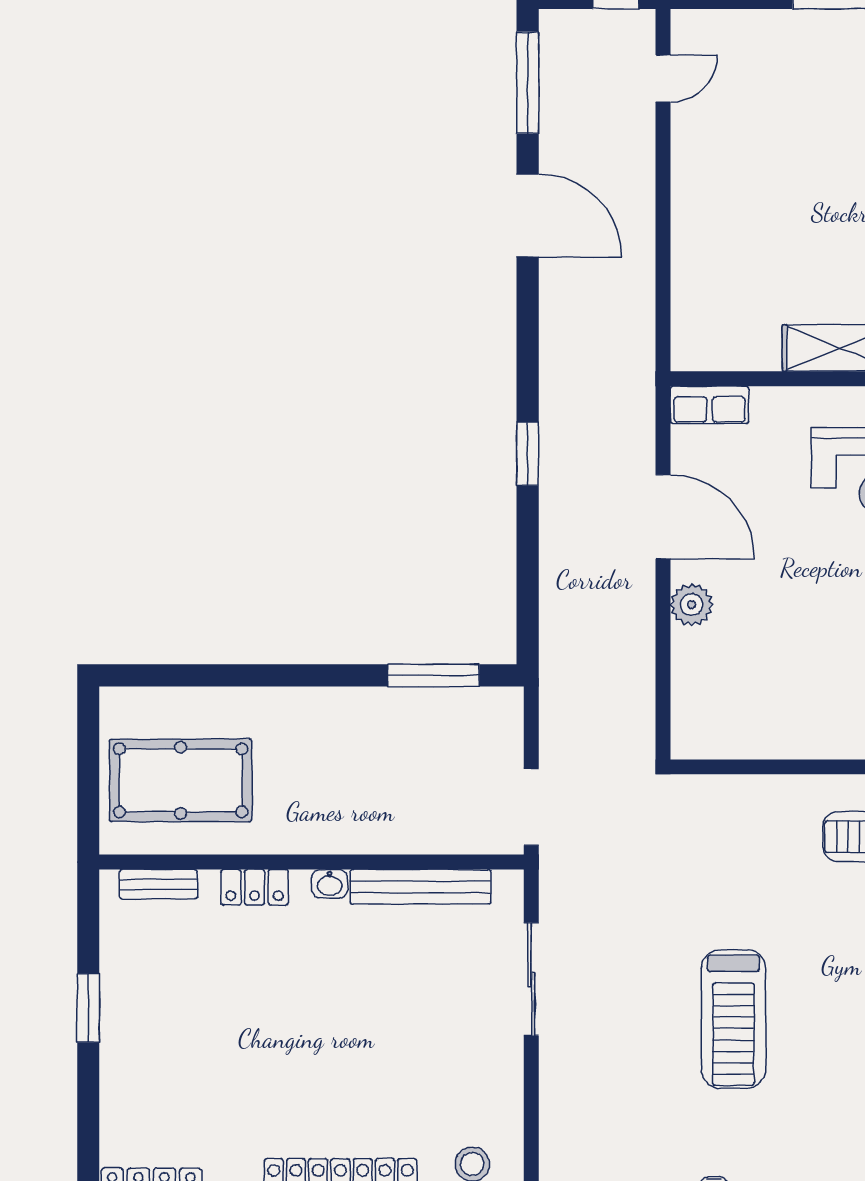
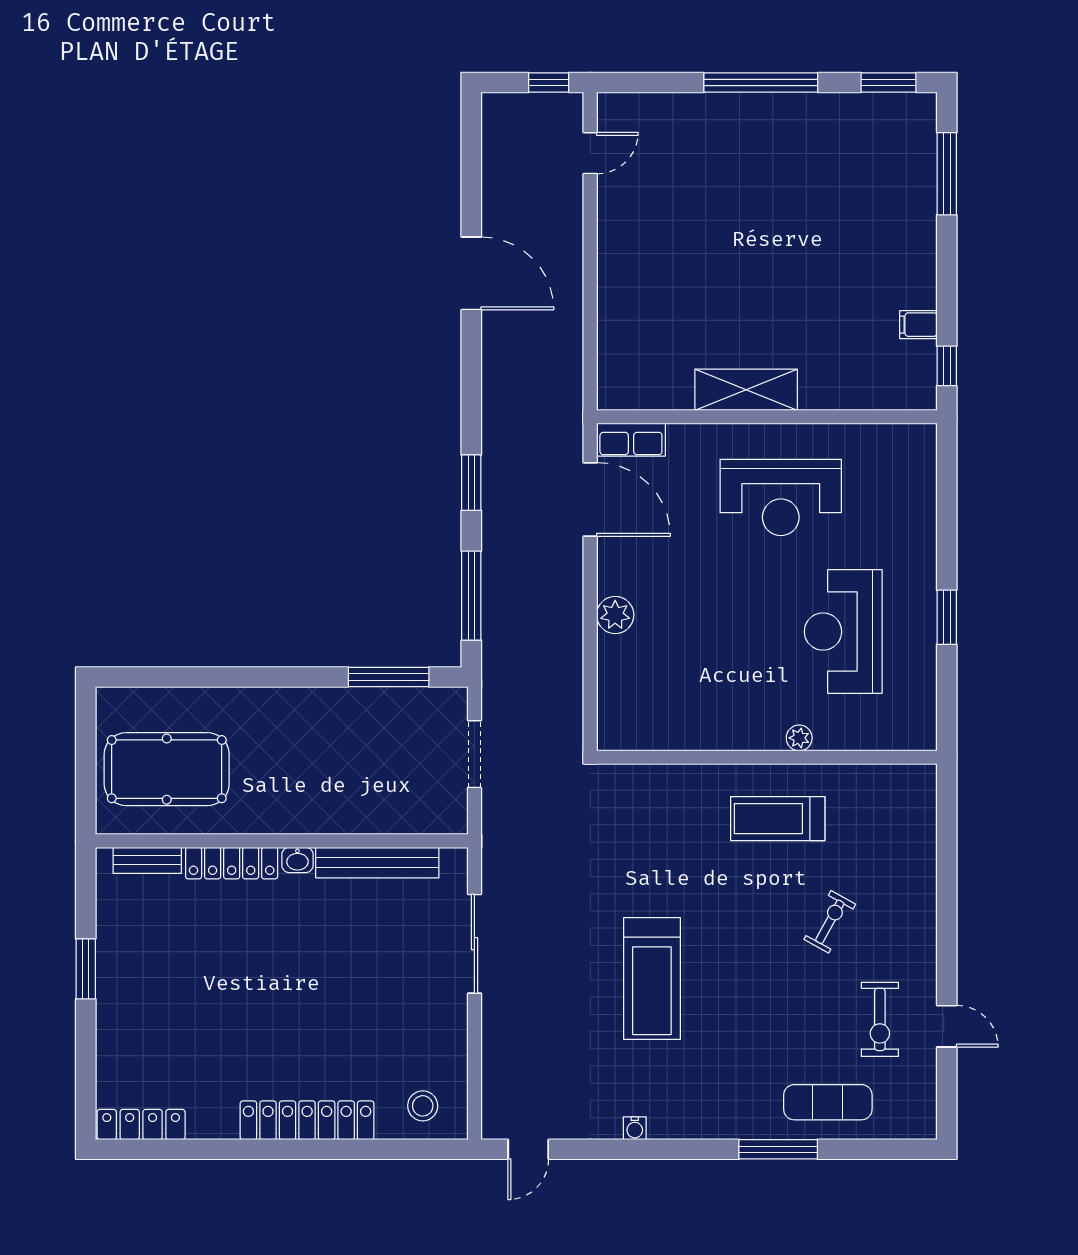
window: (528, 83) -> (471, 596), moved
door: (663, 517) -> (590, 499), moved
doorway: (531, 807) -> (474, 754), moved
locker: (255, 887) -> (232, 863), width x1.53

